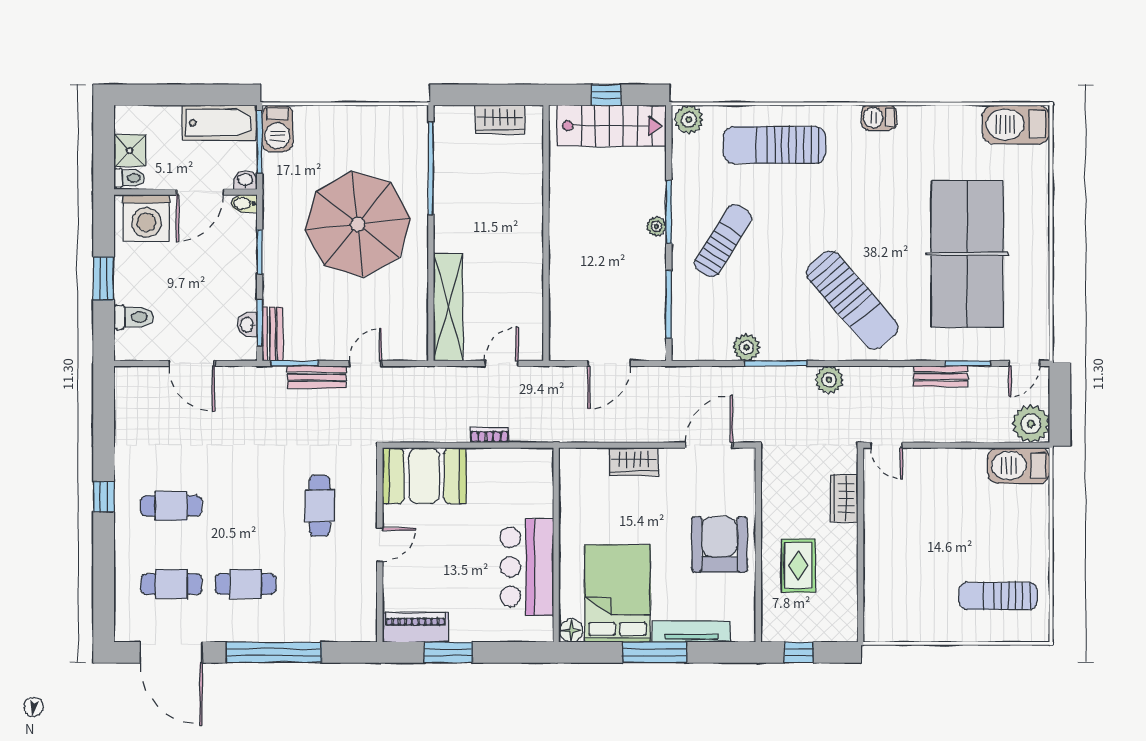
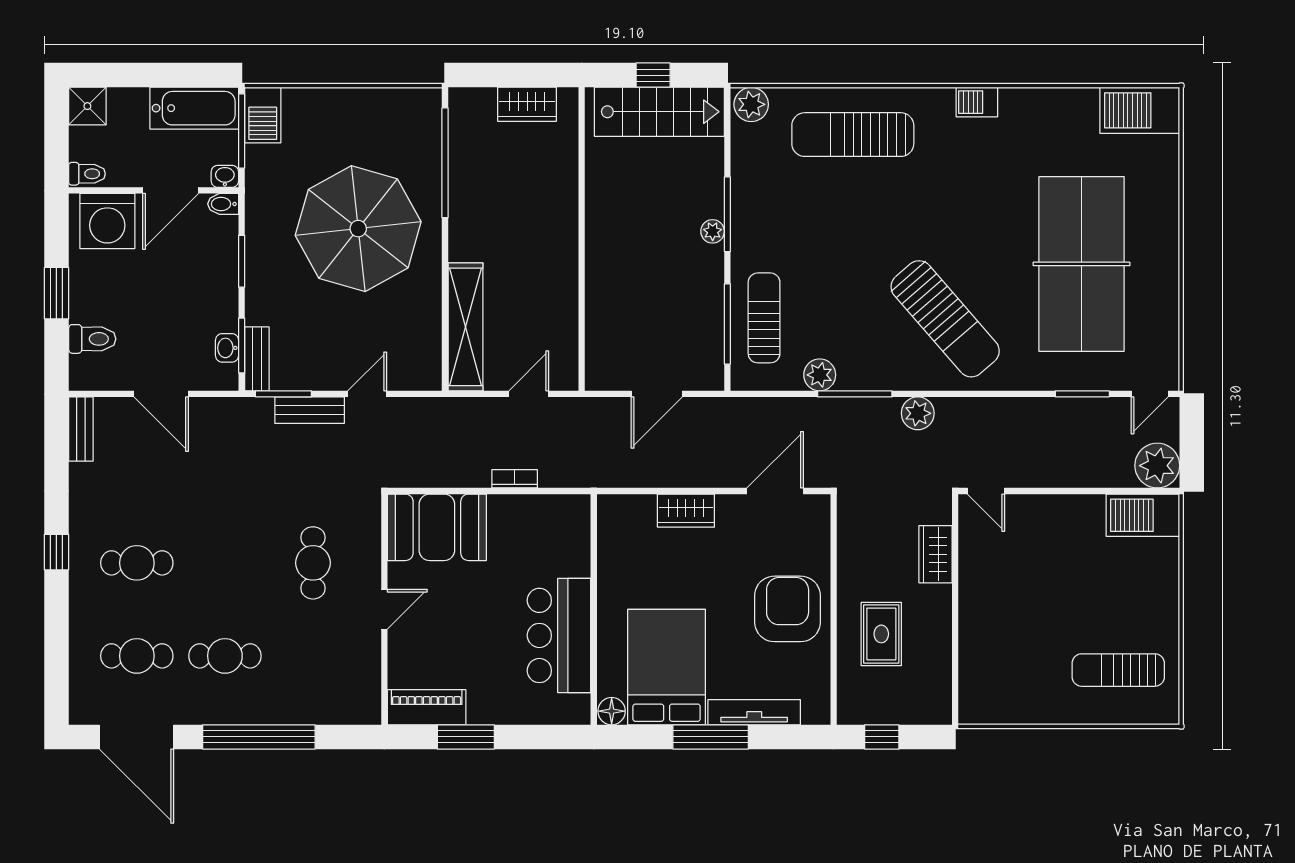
shower: (130, 151) -> (87, 106), moved
sun lounger: (723, 241) -> (764, 318), moved, turned -32
bench: (940, 376) -> (81, 429), moved, turned 90

